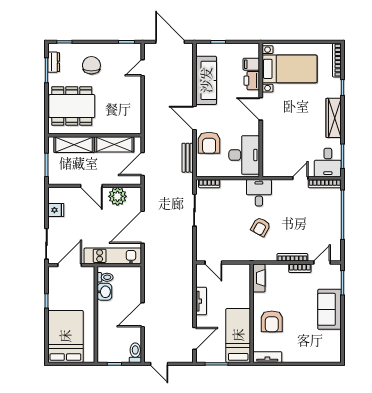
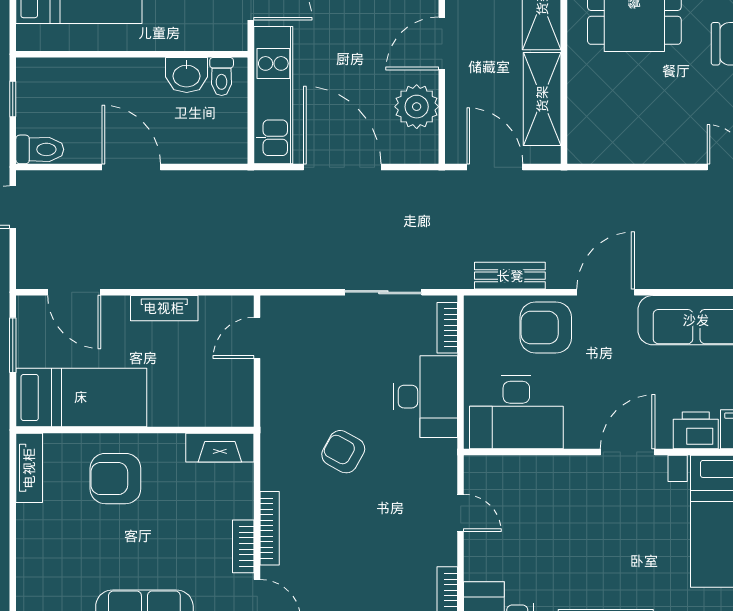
door: (300, 178) -> (461, 513), moved
desk: (259, 193) -> (425, 397), moved, width x1.37

